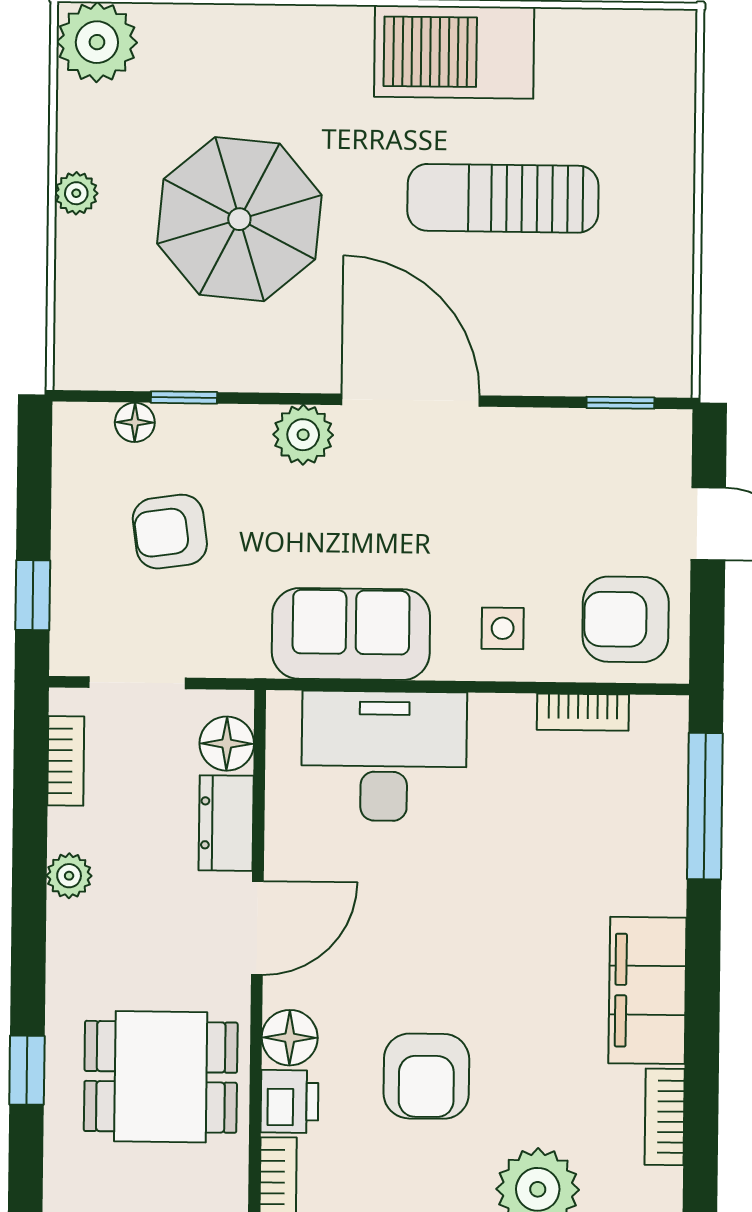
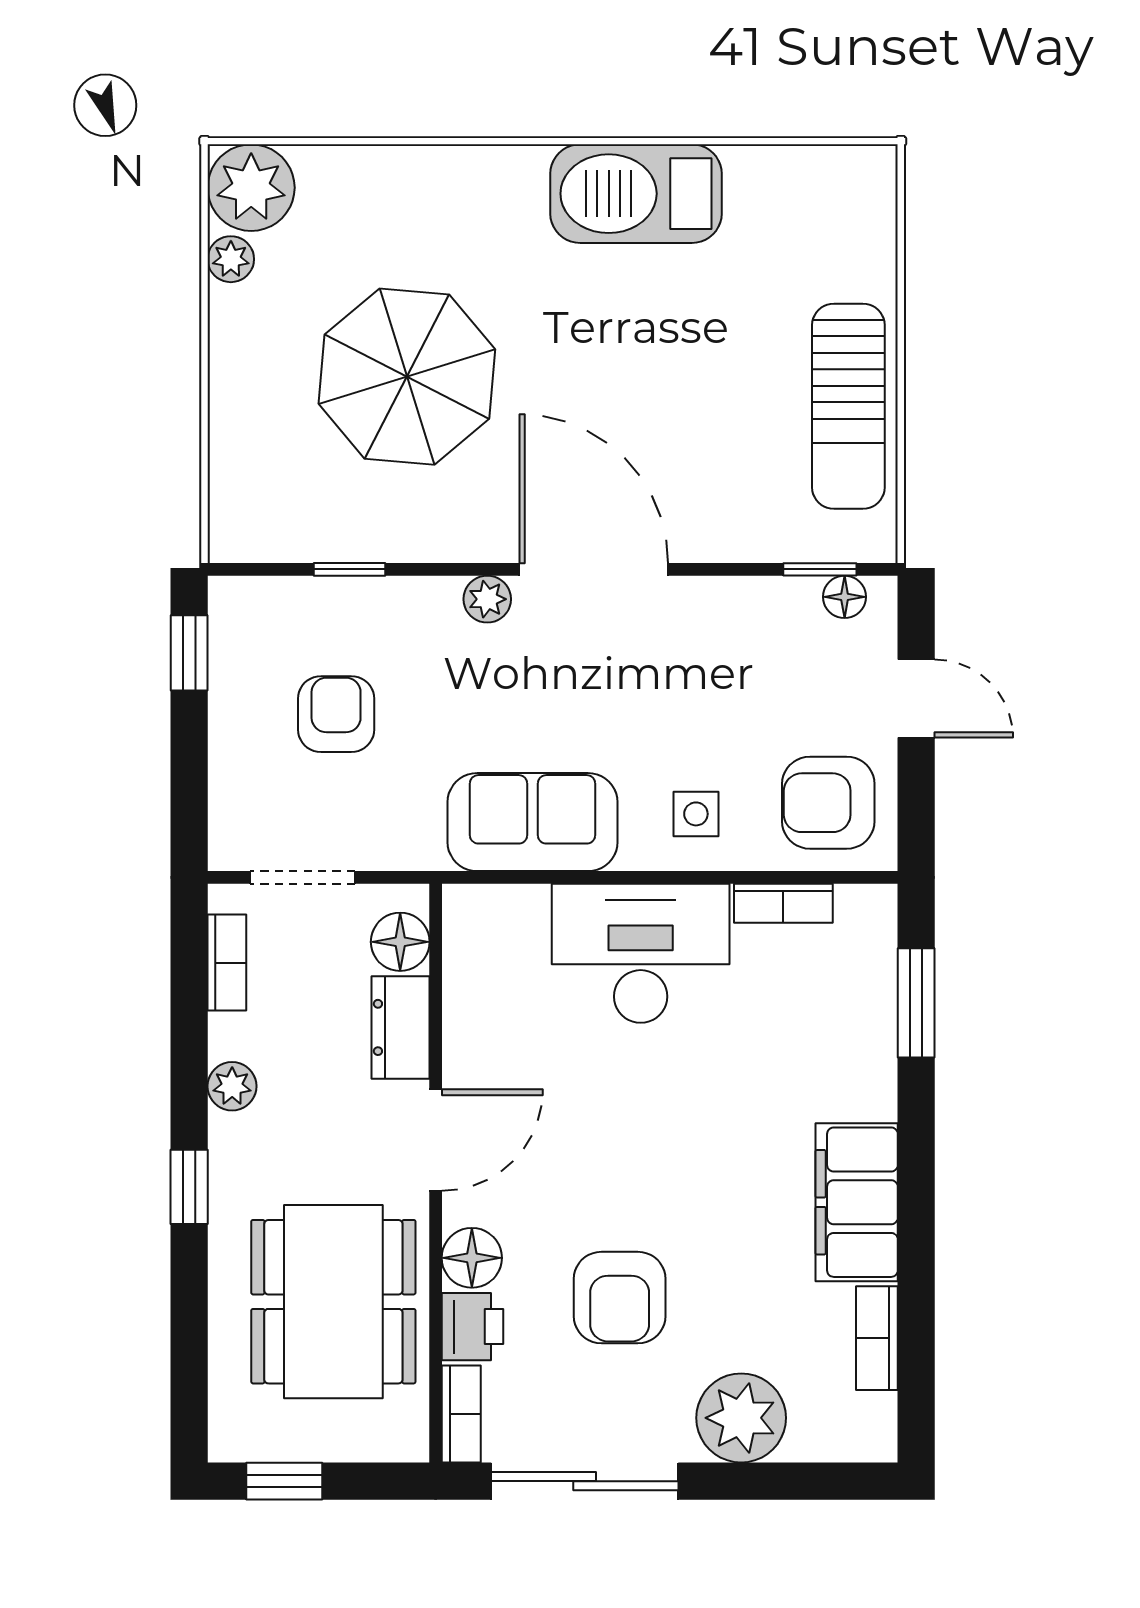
plant: (76, 193) -> (231, 259), moved
sun lounger: (503, 198) -> (848, 406), moved, turned -90
floor lamp: (135, 422) -> (845, 597), moved
plant: (303, 435) -> (487, 599), width x0.73, depth x0.73
armchair: (170, 532) -> (336, 714), turned 98
window: (33, 595) -> (189, 653), moved
desk: (384, 756) -> (641, 953), moved
window: (705, 806) -> (916, 1003), width x0.69
window: (27, 1070) -> (189, 1187), moved
dining table: (161, 1077) -> (333, 1302), width x1.38

